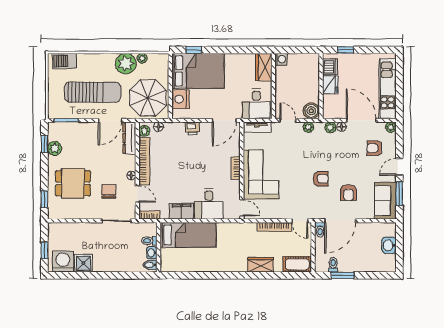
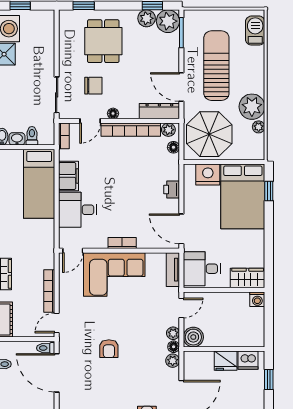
sun lounger: (93, 92) -> (216, 66), turned 180
floor lamp: (342, 127) -> (174, 347), moved
plant: (57, 131) -> (168, 21), added
armchair: (349, 193) -> (92, 383), removed

